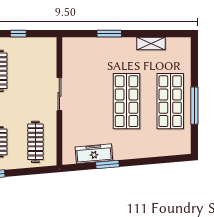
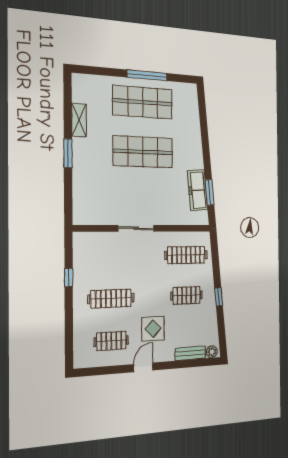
window: (109, 34) -> (68, 153), moved
window: (107, 164) -> (210, 192), moved

